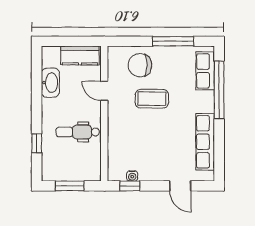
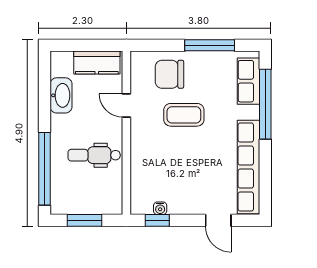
row of seats: (205, 142) -> (248, 167), width x1.36
window: (37, 143) -> (44, 169), width x3.17

